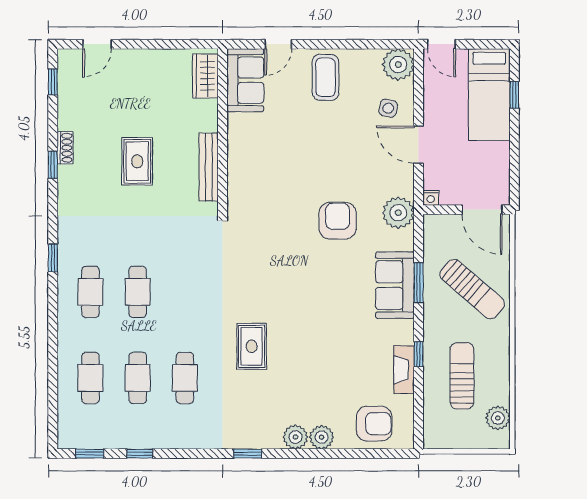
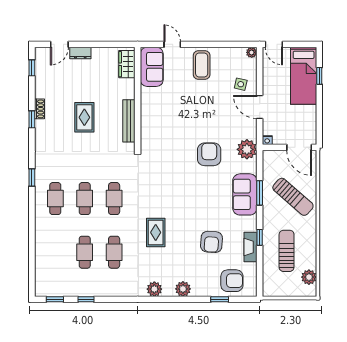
door: (278, 44) -> (172, 44), swing flipped
dresser: (131, 58) -> (80, 53), added
plant: (398, 65) -> (252, 52), width x0.53, depth x0.53
armchair: (341, 361) -> (211, 242), added
cafe table: (90, 378) -> (114, 199), moved
plant: (322, 437) -> (154, 289), moved
window: (248, 454) -> (220, 299), moved

